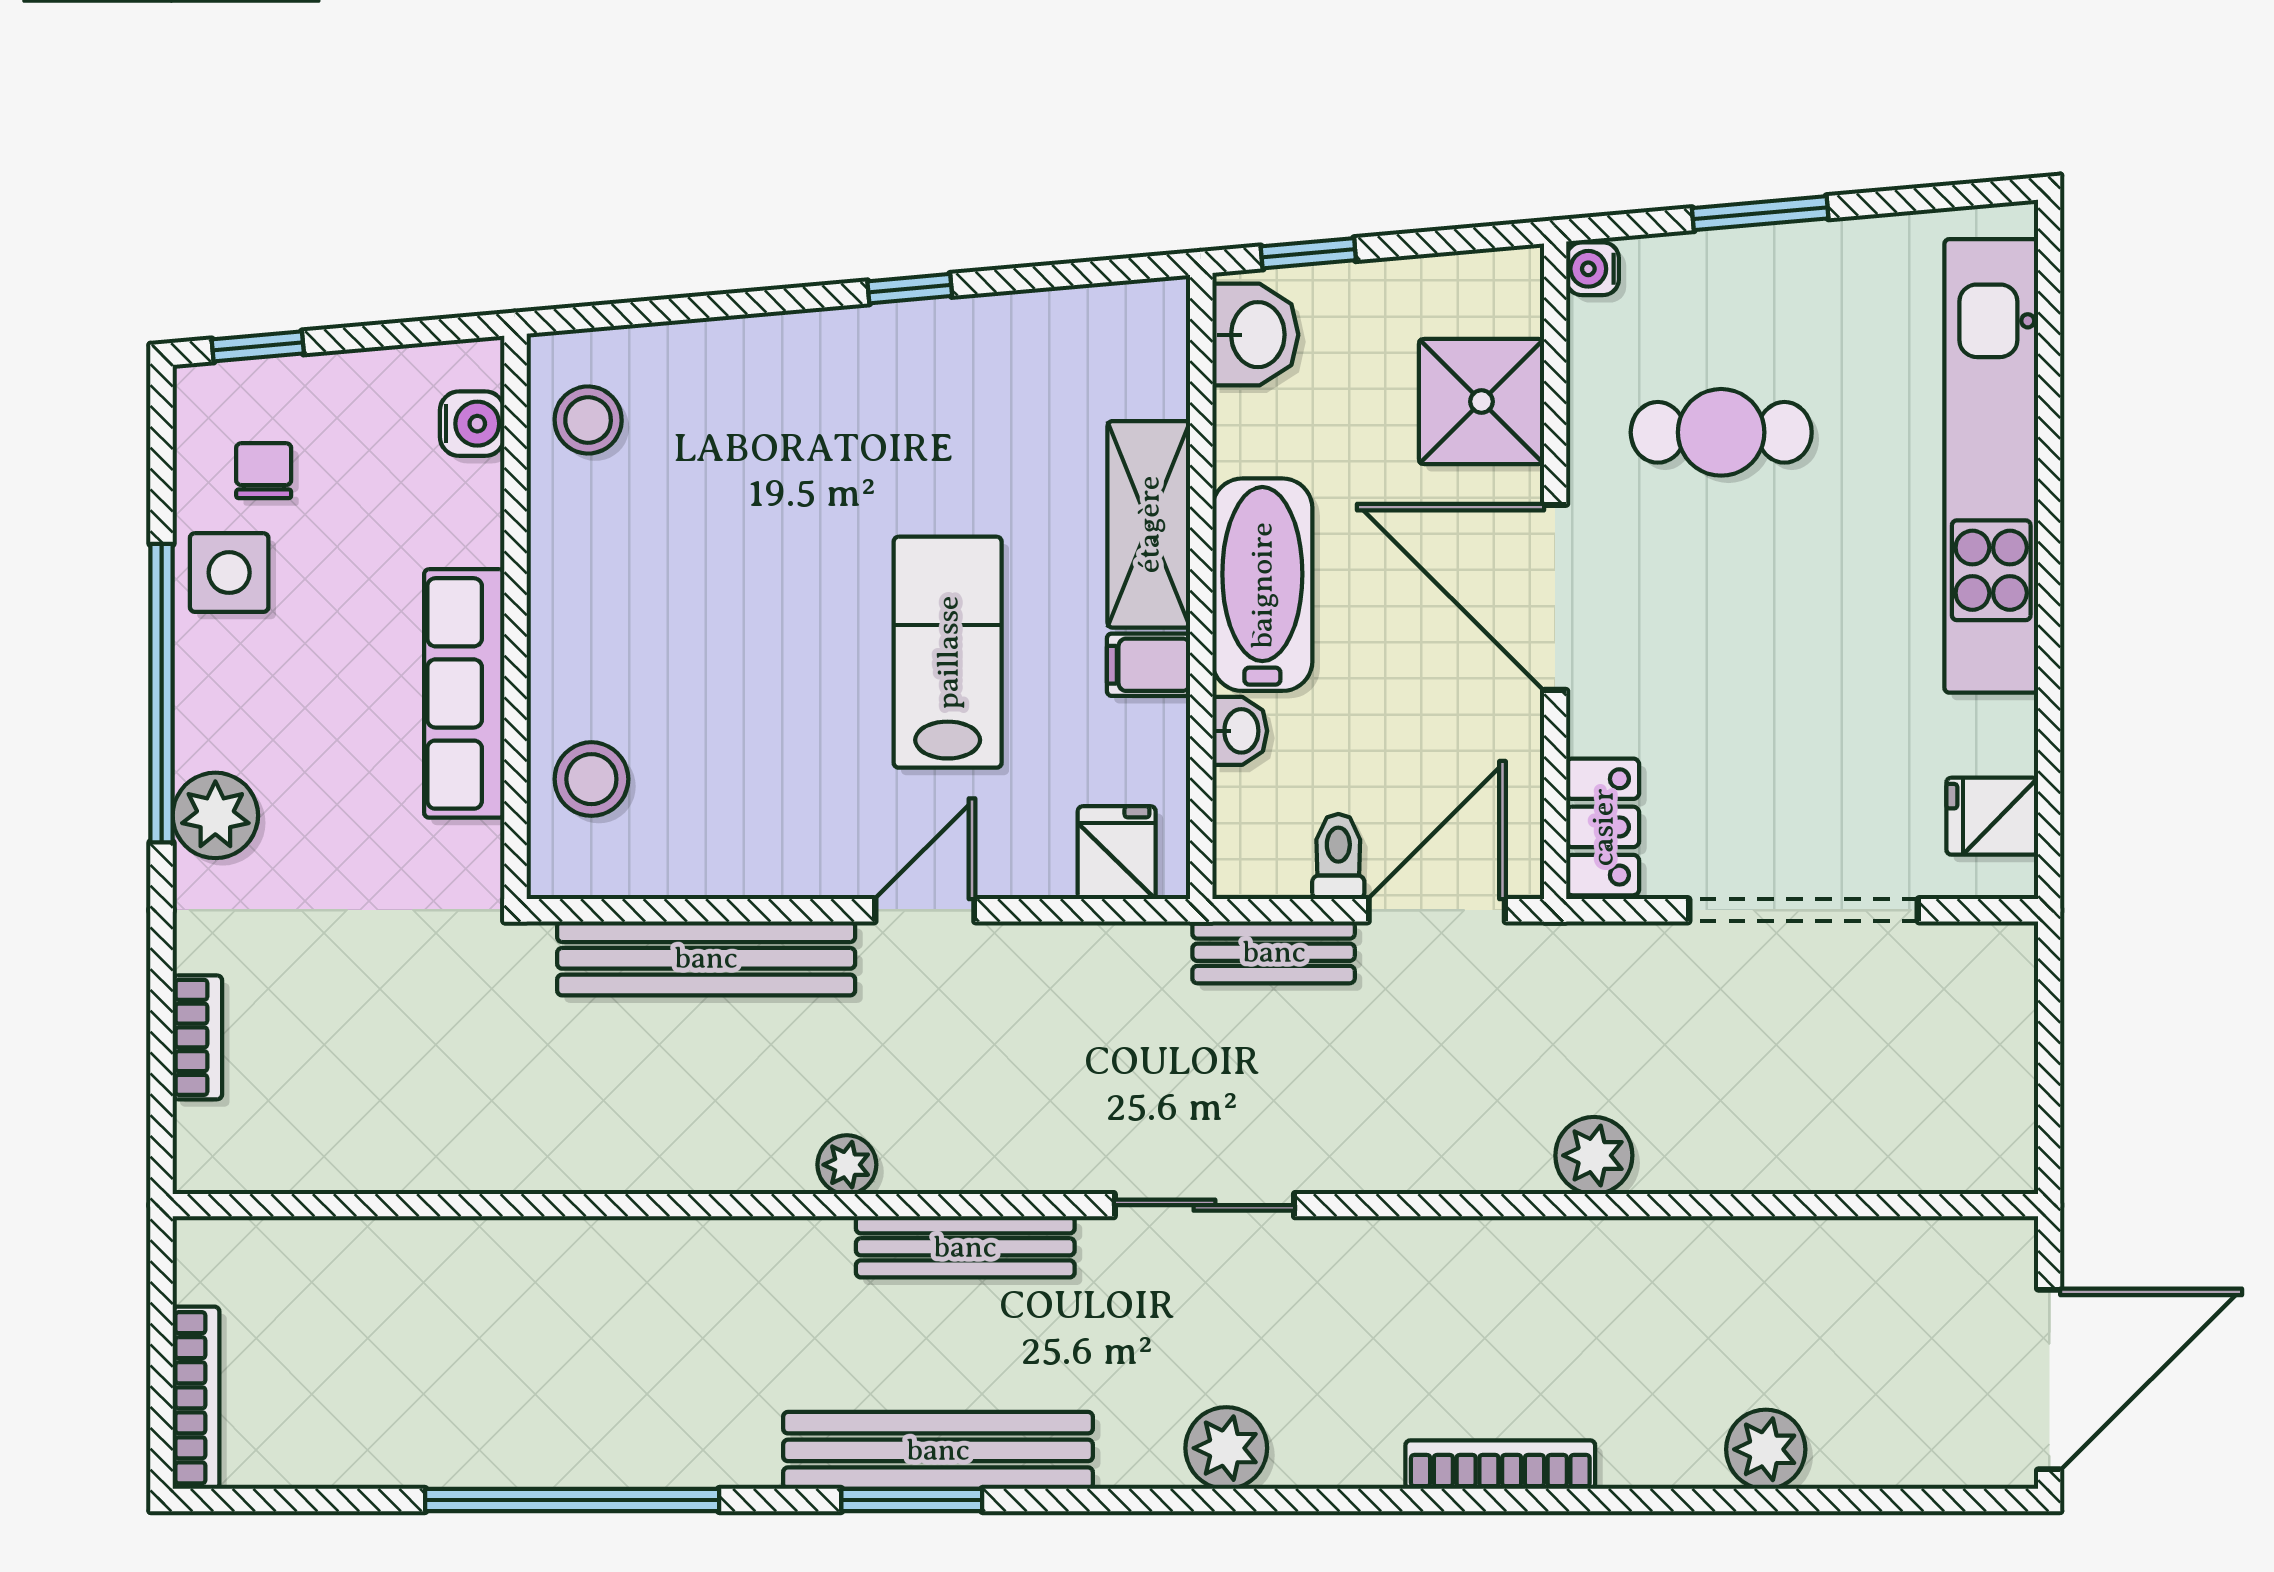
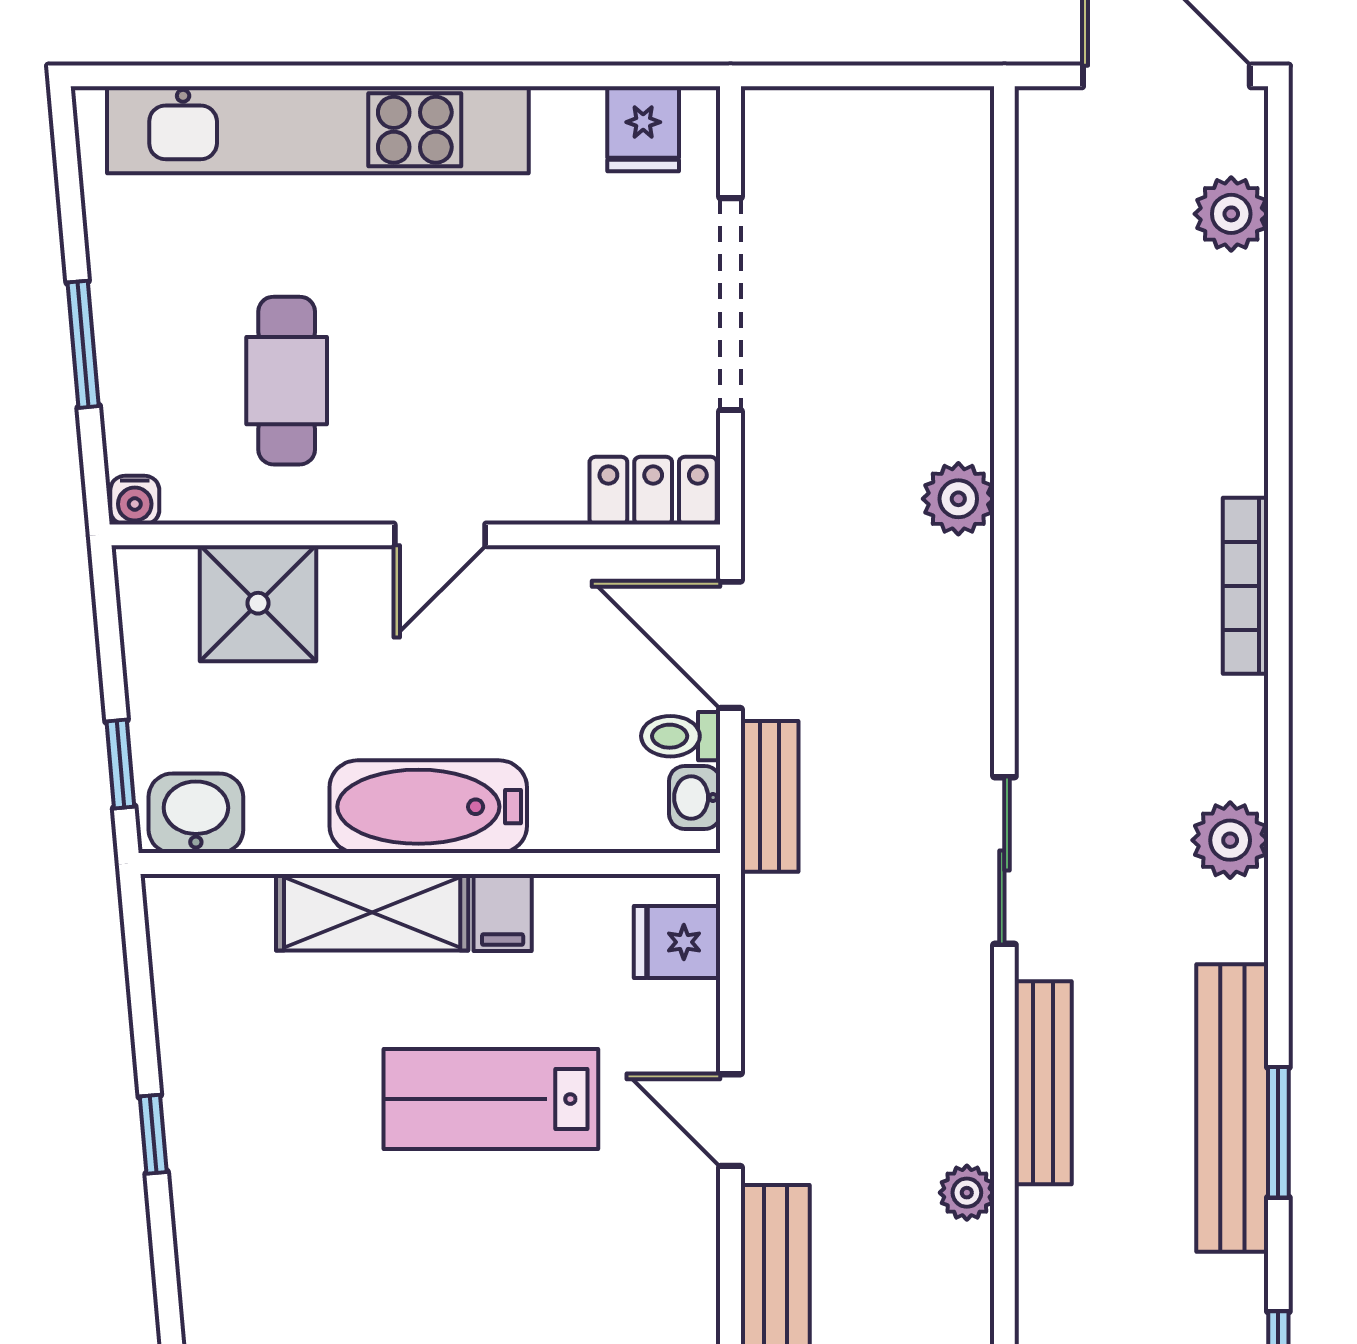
door: (1555, 597) -> (440, 535), width x0.53
washbasin: (1240, 731) -> (695, 798), moved, turned -90
plant: (1766, 1449) -> (1231, 214), moved

